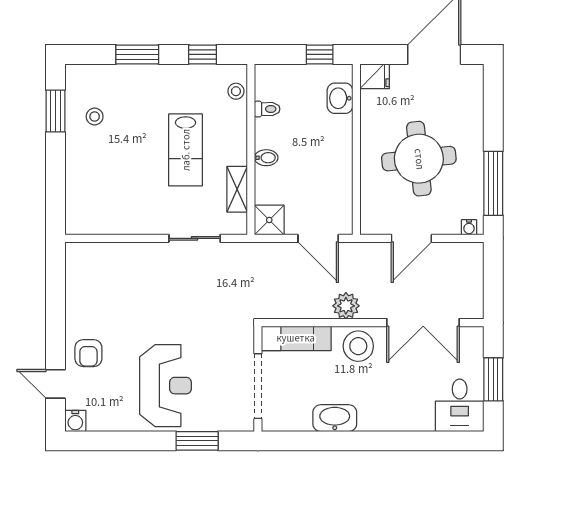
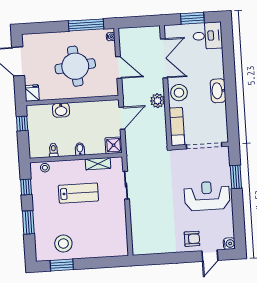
washbasin: (340, 98) -> (61, 110), moved
stool: (95, 116) -> (63, 244), width x1.89, depth x1.89
washbasin: (335, 418) -> (218, 91), moved

